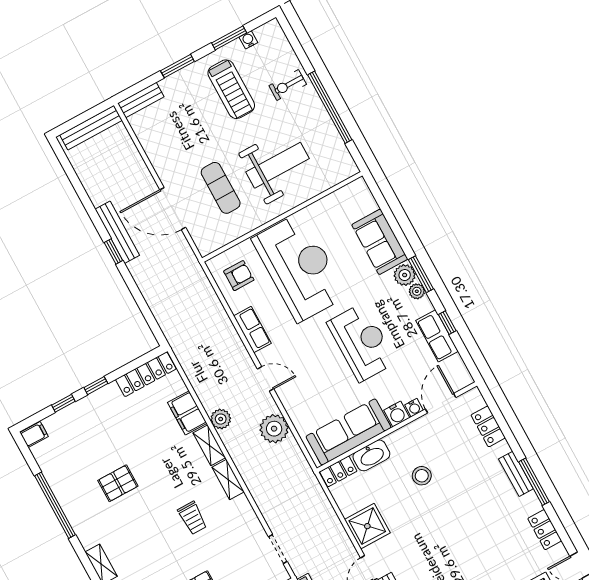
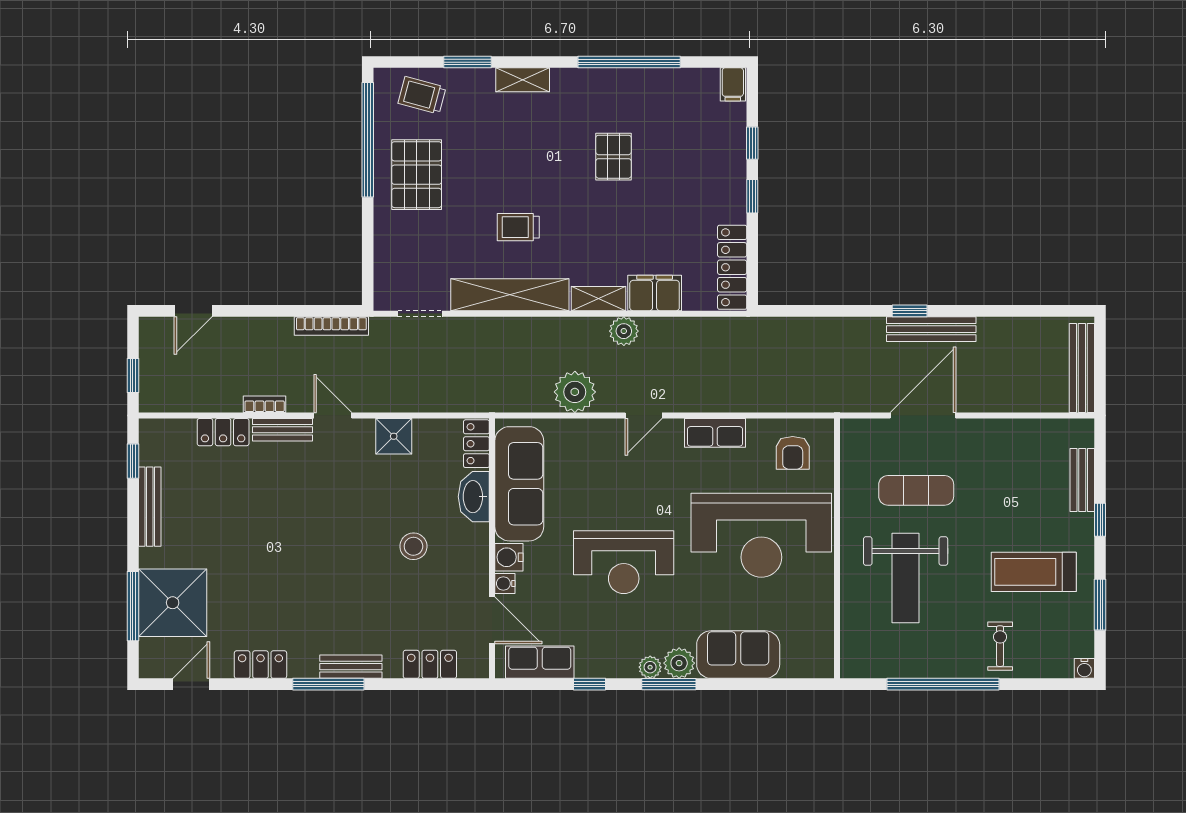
water cooler: (248, 40) -> (1084, 668), moved, turned 90
window: (177, 66) -> (1100, 520), width x0.67
bench: (141, 100) -> (1082, 480), moved
row of seats: (437, 336) -> (540, 662), moved
shelving: (228, 479) -> (510, 295), width x2.20, depth x1.33
shower: (367, 526) -> (394, 436), width x0.73, depth x0.73

